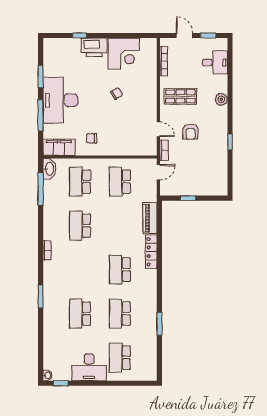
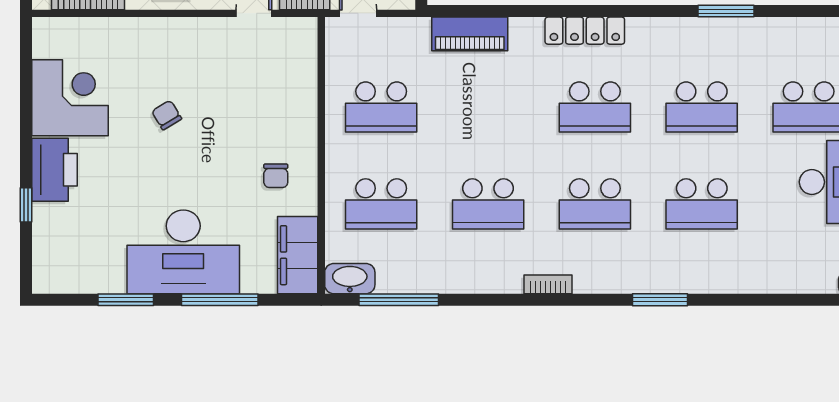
locker: (151, 252) -> (585, 31), moved
school desk: (80, 270) -> (595, 204), added

